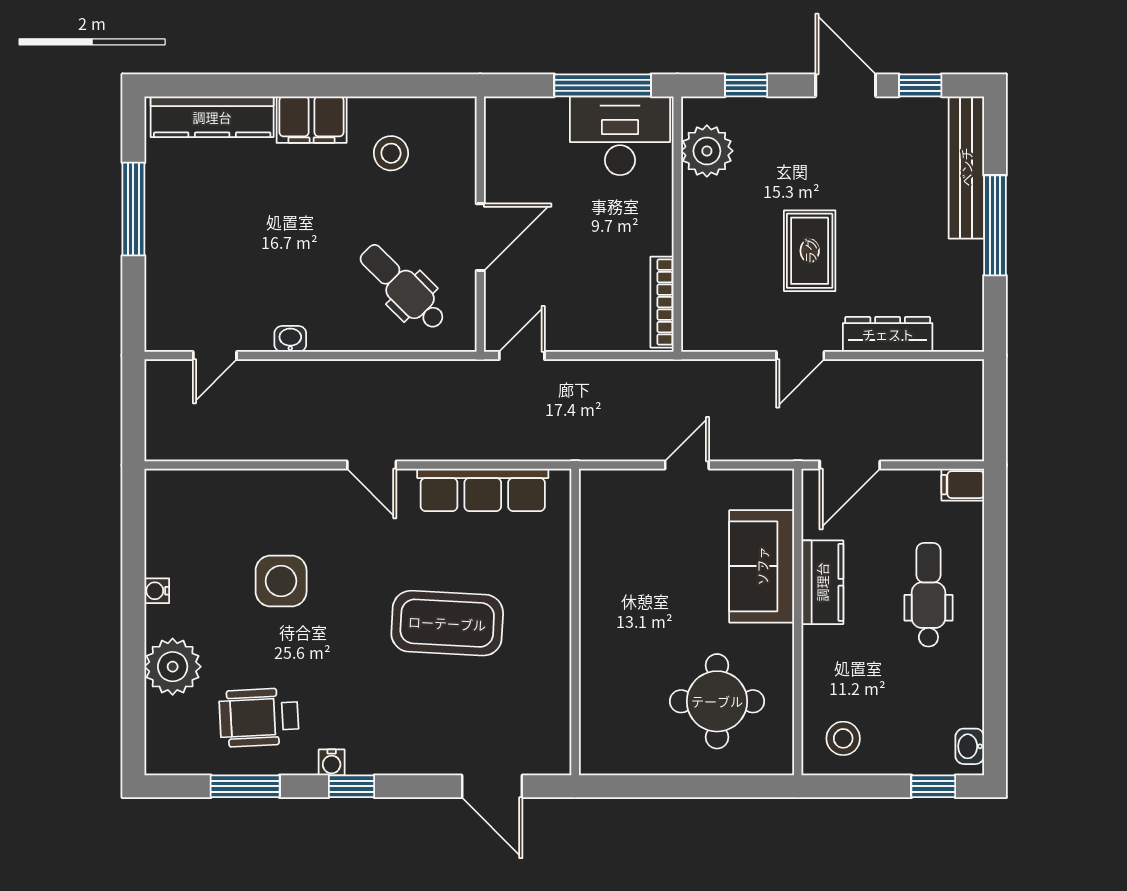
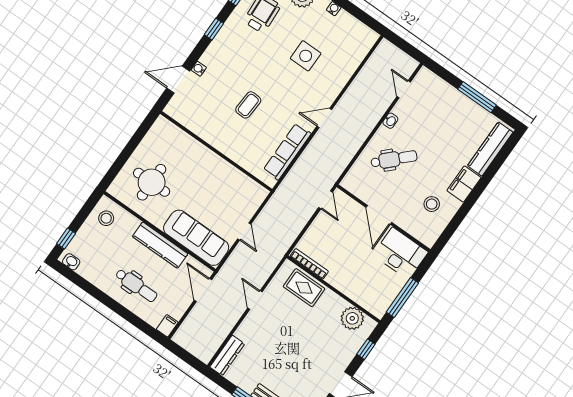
desk: (620, 136) -> (401, 253), moved, turned -90
rug: (810, 251) -> (304, 288), moved
dental chair: (403, 287) -> (394, 159), moved
dresser: (888, 334) -> (227, 355), moved
sofa: (762, 566) -> (196, 238), width x1.36
kitchen counter: (822, 582) -> (160, 245), width x1.50
coffee table: (447, 623) -> (248, 105), width x0.54, depth x0.58
water cooler: (332, 762) -> (199, 69), moved

